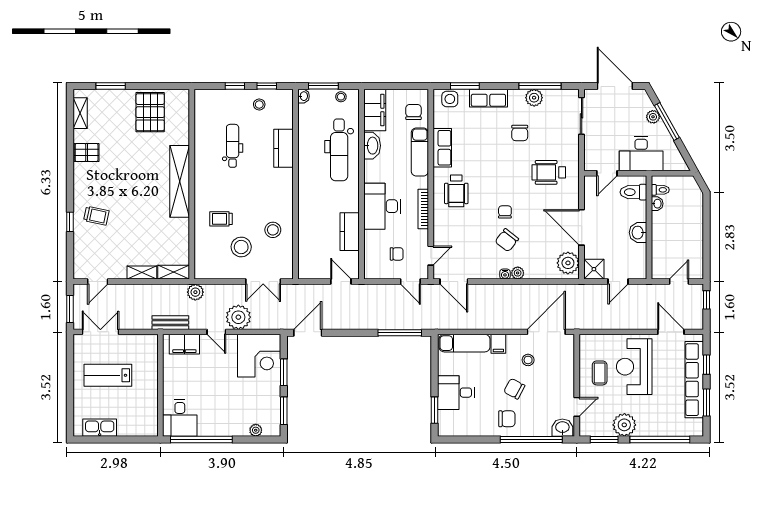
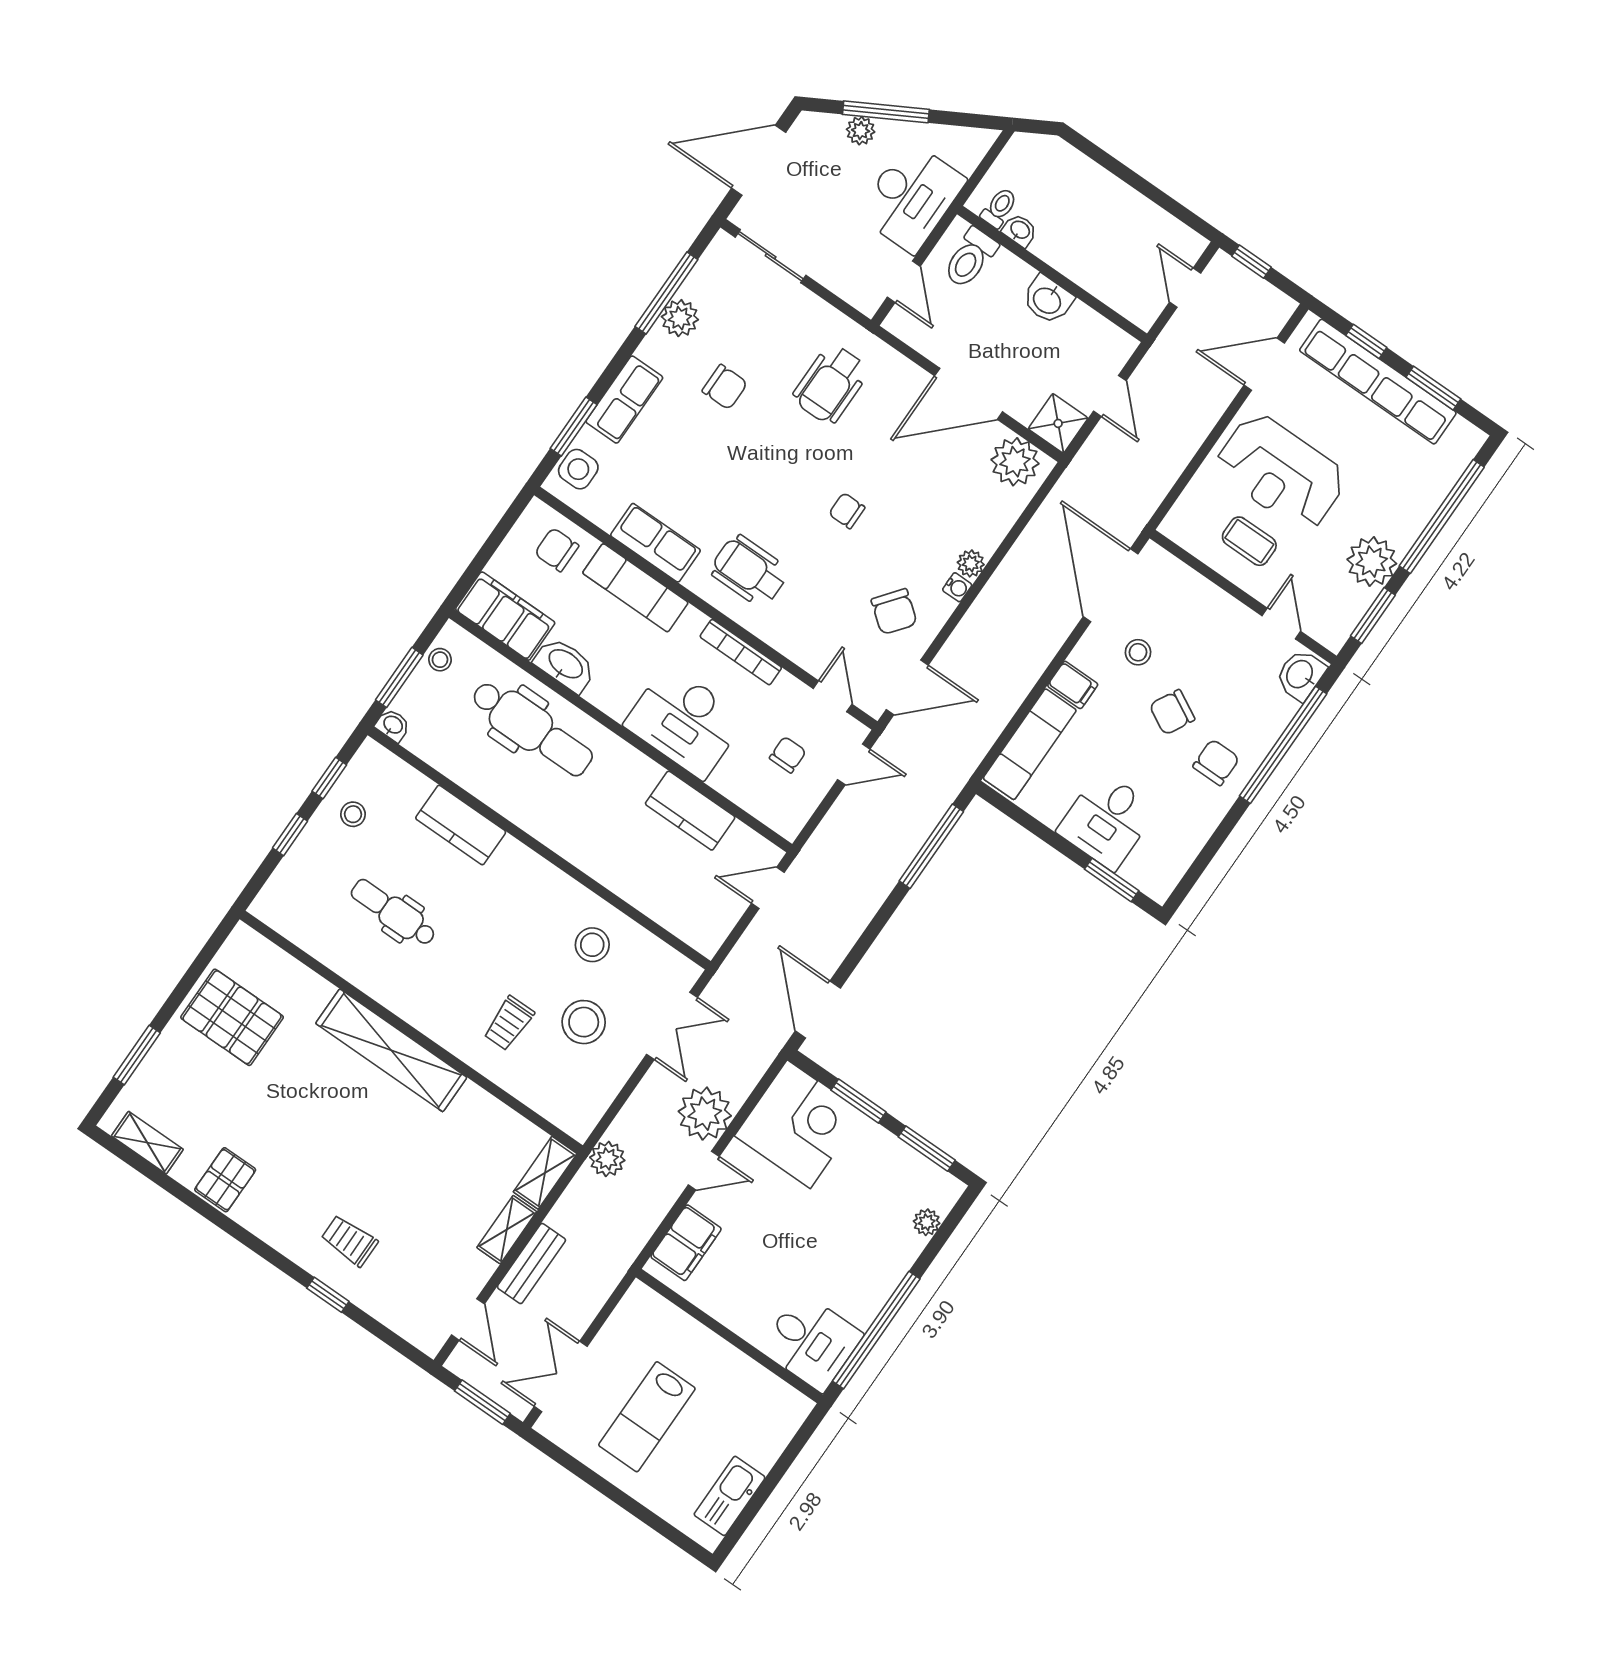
wheelchair: (456, 191) -> (749, 571), turned 180
trolley: (96, 216) -> (349, 1241), turned -102
chair: (507, 240) -> (894, 612), moved
bench: (170, 323) -> (531, 1264), moved

